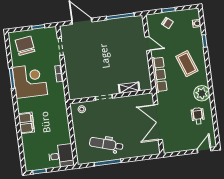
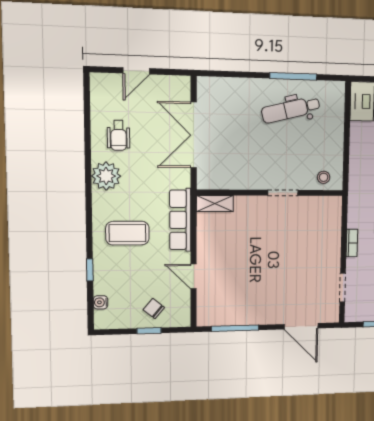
coffee table: (187, 64) -> (127, 233), turned -70
shelving: (129, 88) -> (215, 204), moved
double door: (158, 122) -> (194, 135), swing flipped
dental chair: (106, 144) -> (291, 110), turned 149
door: (204, 150) -> (136, 71), moved

